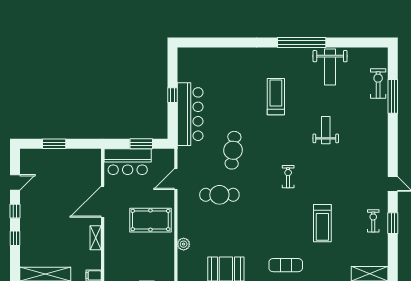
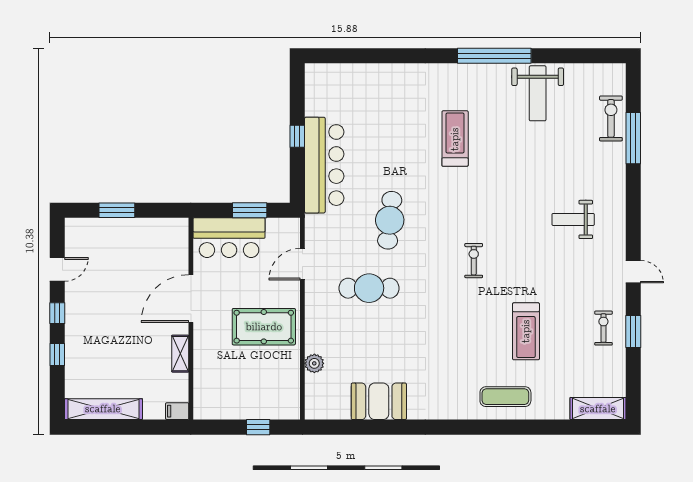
weight bench: (326, 130) -> (573, 219), moved, turned -90
exercise mat: (286, 265) -> (505, 397), moved

